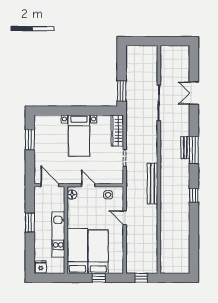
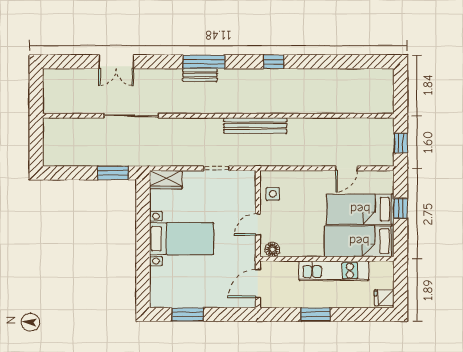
wardrobe: (117, 131) -> (166, 180), width x0.67
door: (125, 218) -> (346, 168), moved

